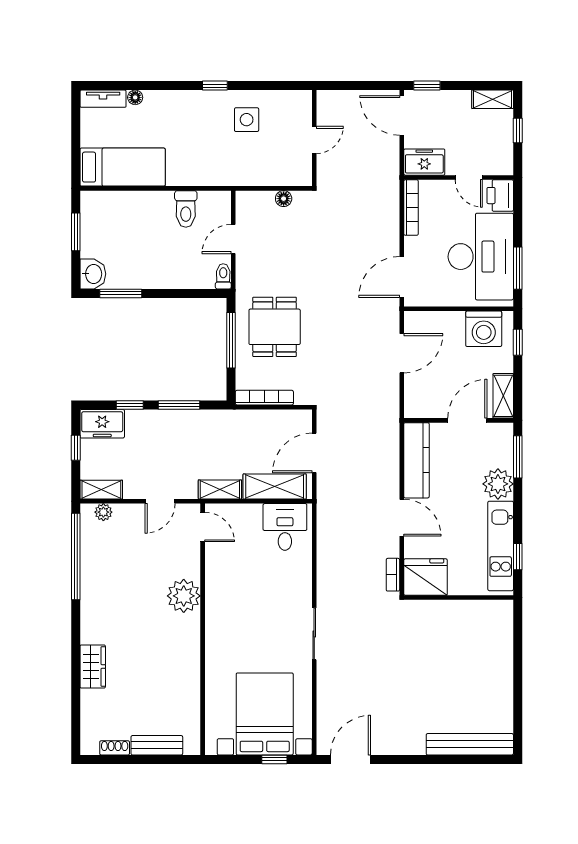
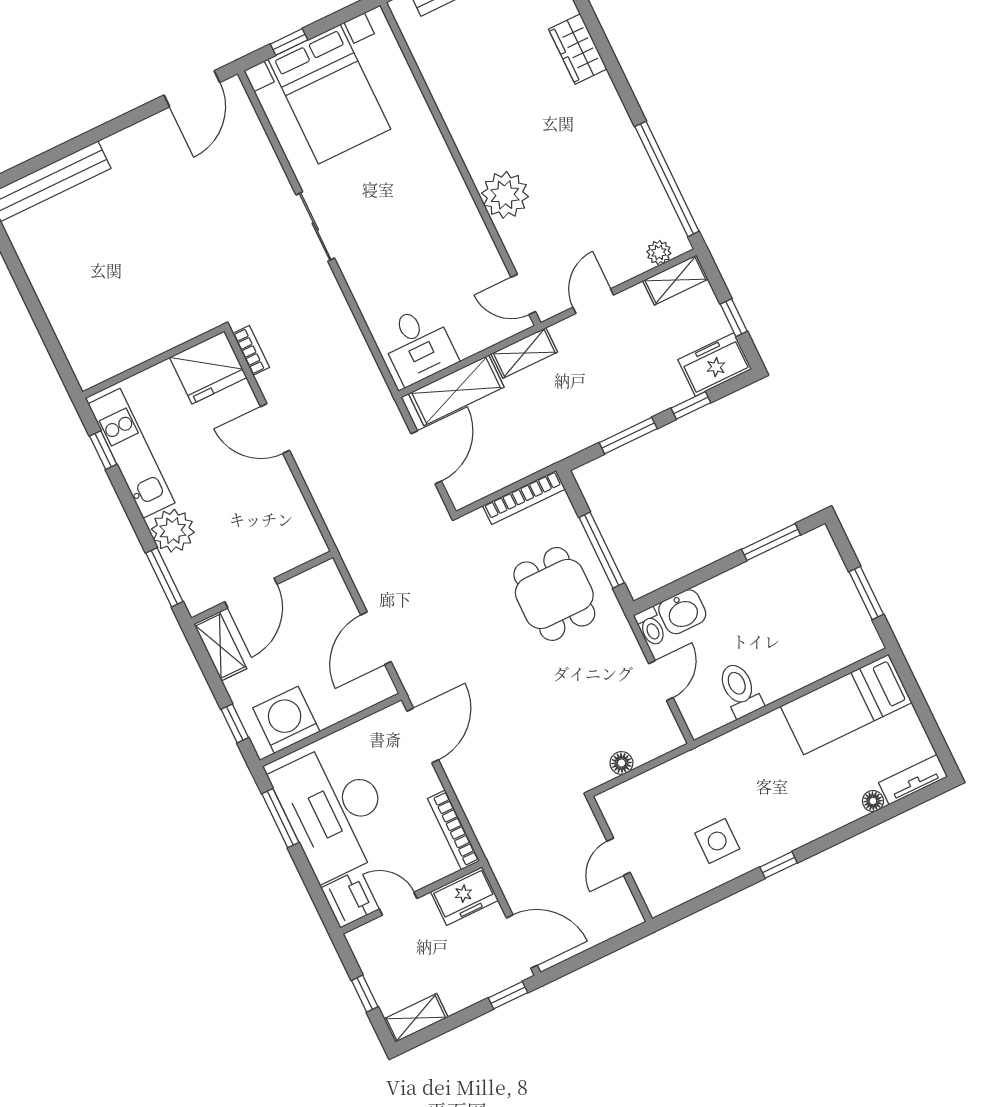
washbasin: (93, 274) -> (682, 612), moved, turned -90
kitchen counter: (416, 460) -> (291, 511), removed

